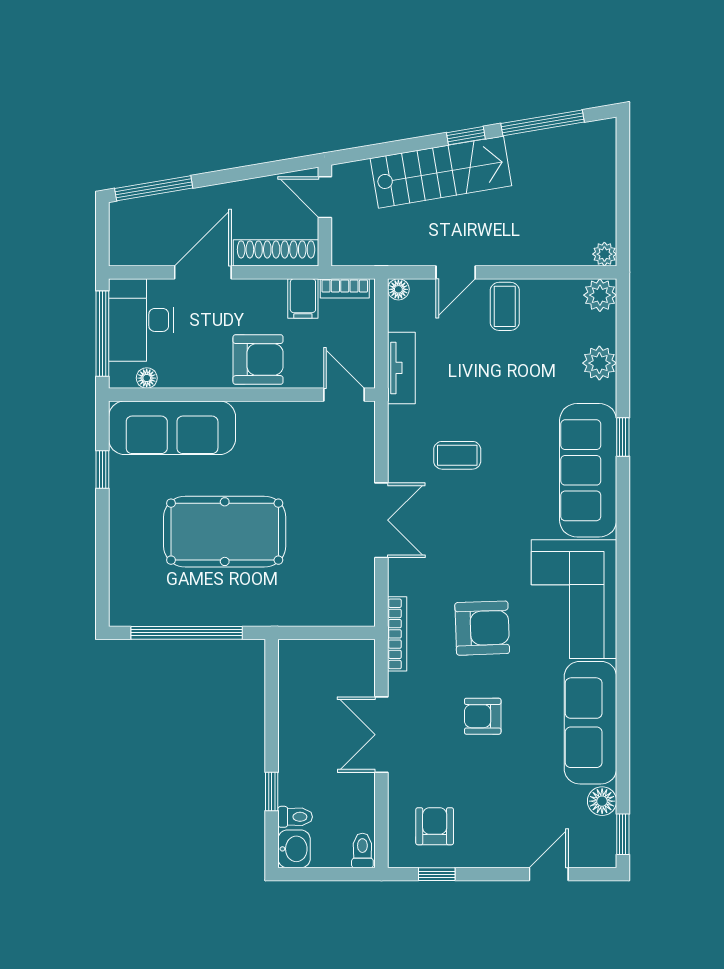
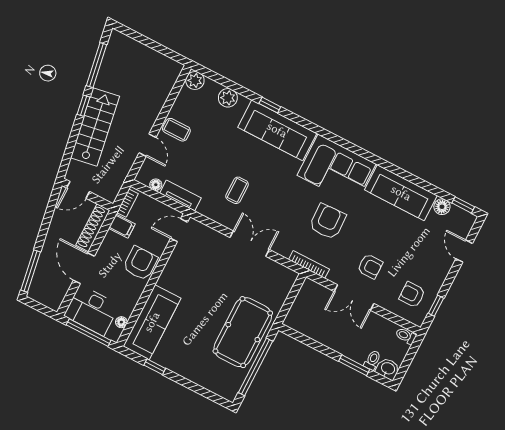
plant: (604, 254) -> (176, 68), removed
floor lamp: (398, 289) -> (156, 185), moved
pool table: (225, 532) -> (243, 332), moved
armchair: (483, 716) -> (370, 266), moved, turned -90
window: (272, 791) -> (354, 365), width x1.50

